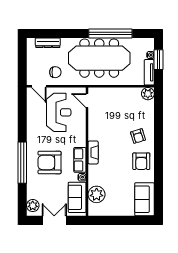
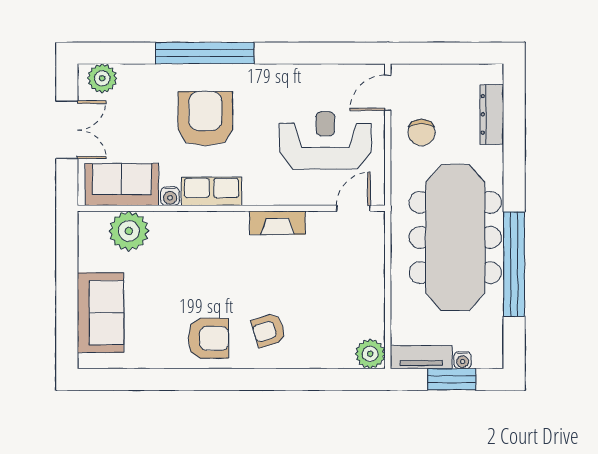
reception desk: (59, 112) -> (325, 140), turned 180
fireplace: (93, 152) -> (277, 223), moved
armchair: (141, 161) -> (208, 338), turned 180
sofa: (144, 199) -> (100, 313), moved, turned 90

